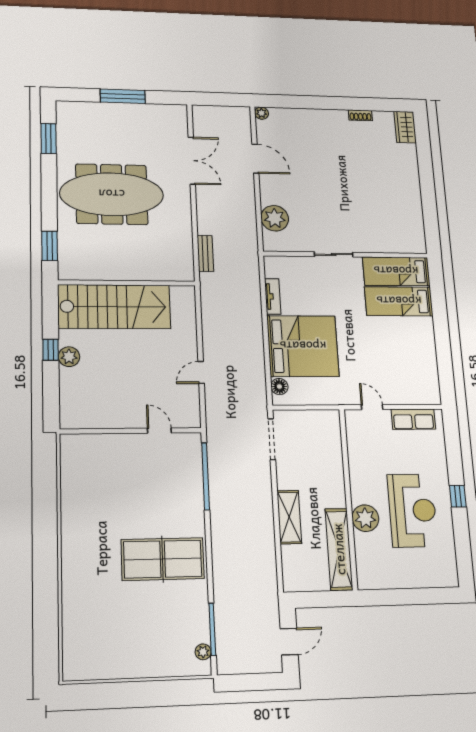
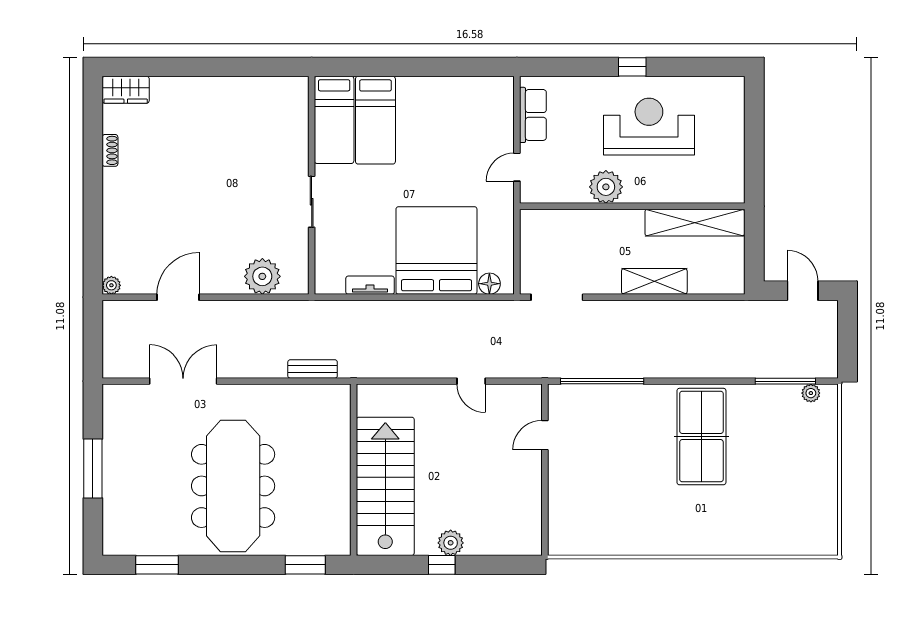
plant: (365, 518) -> (606, 187), moved

